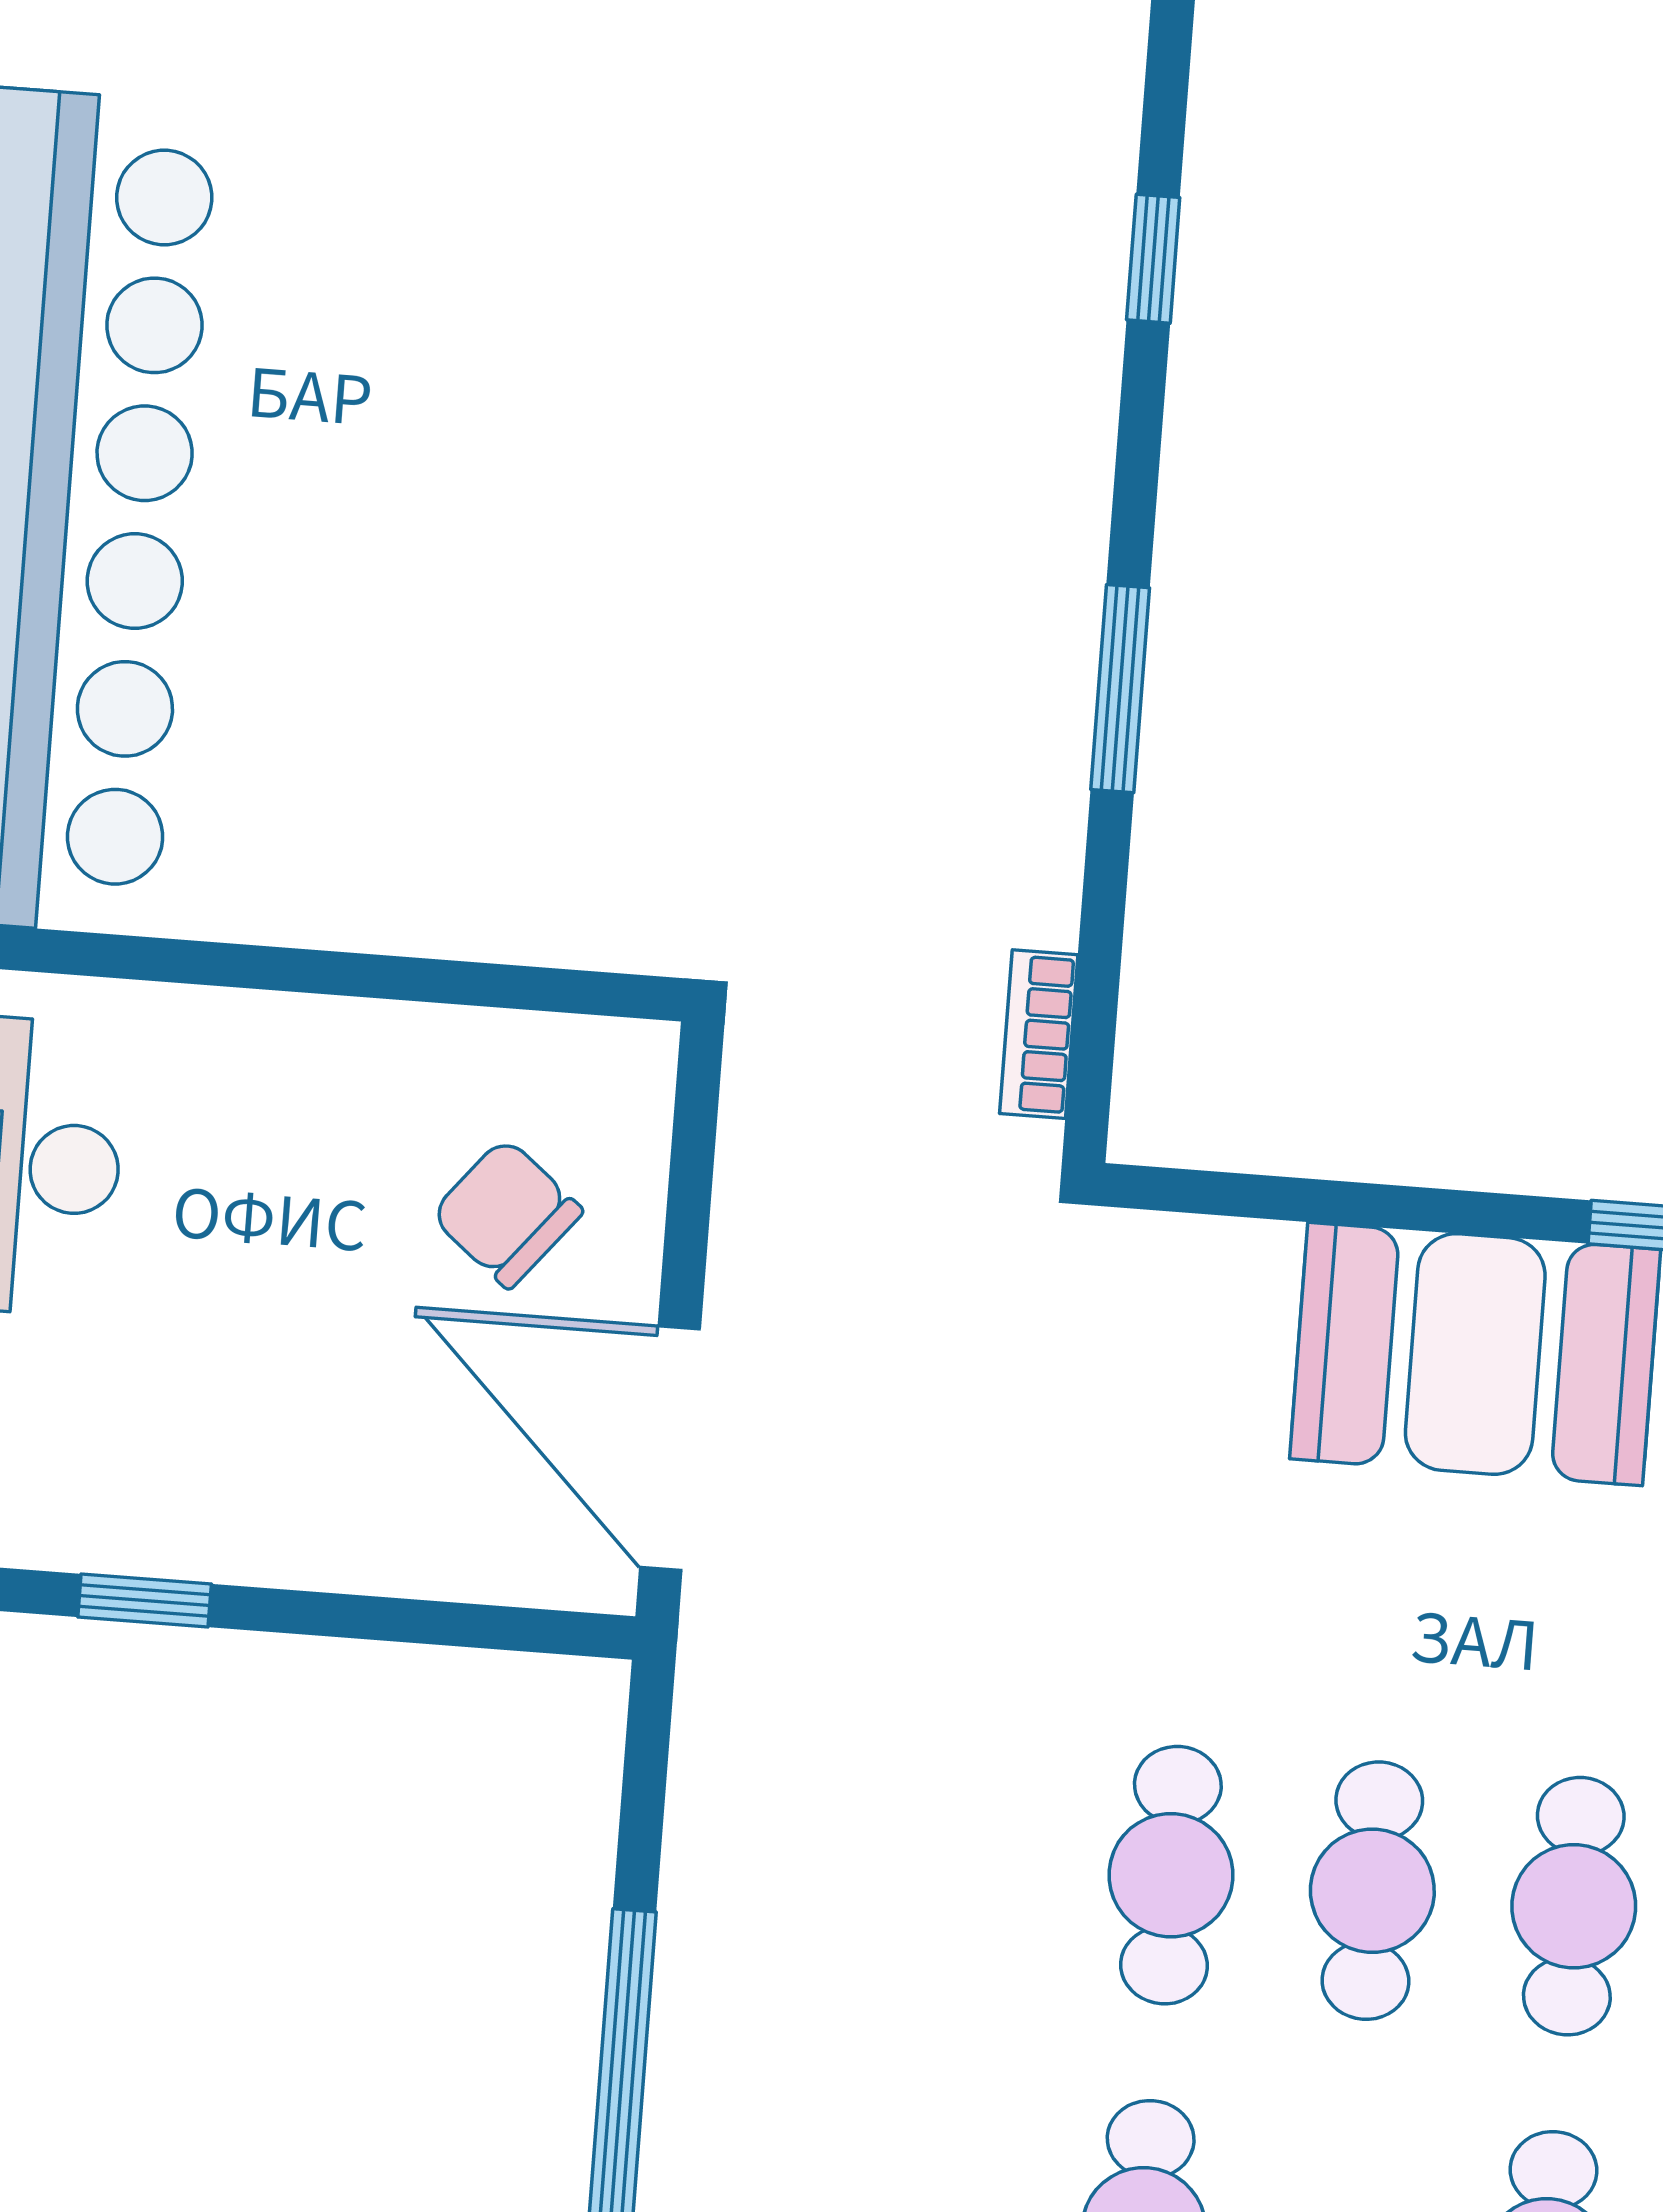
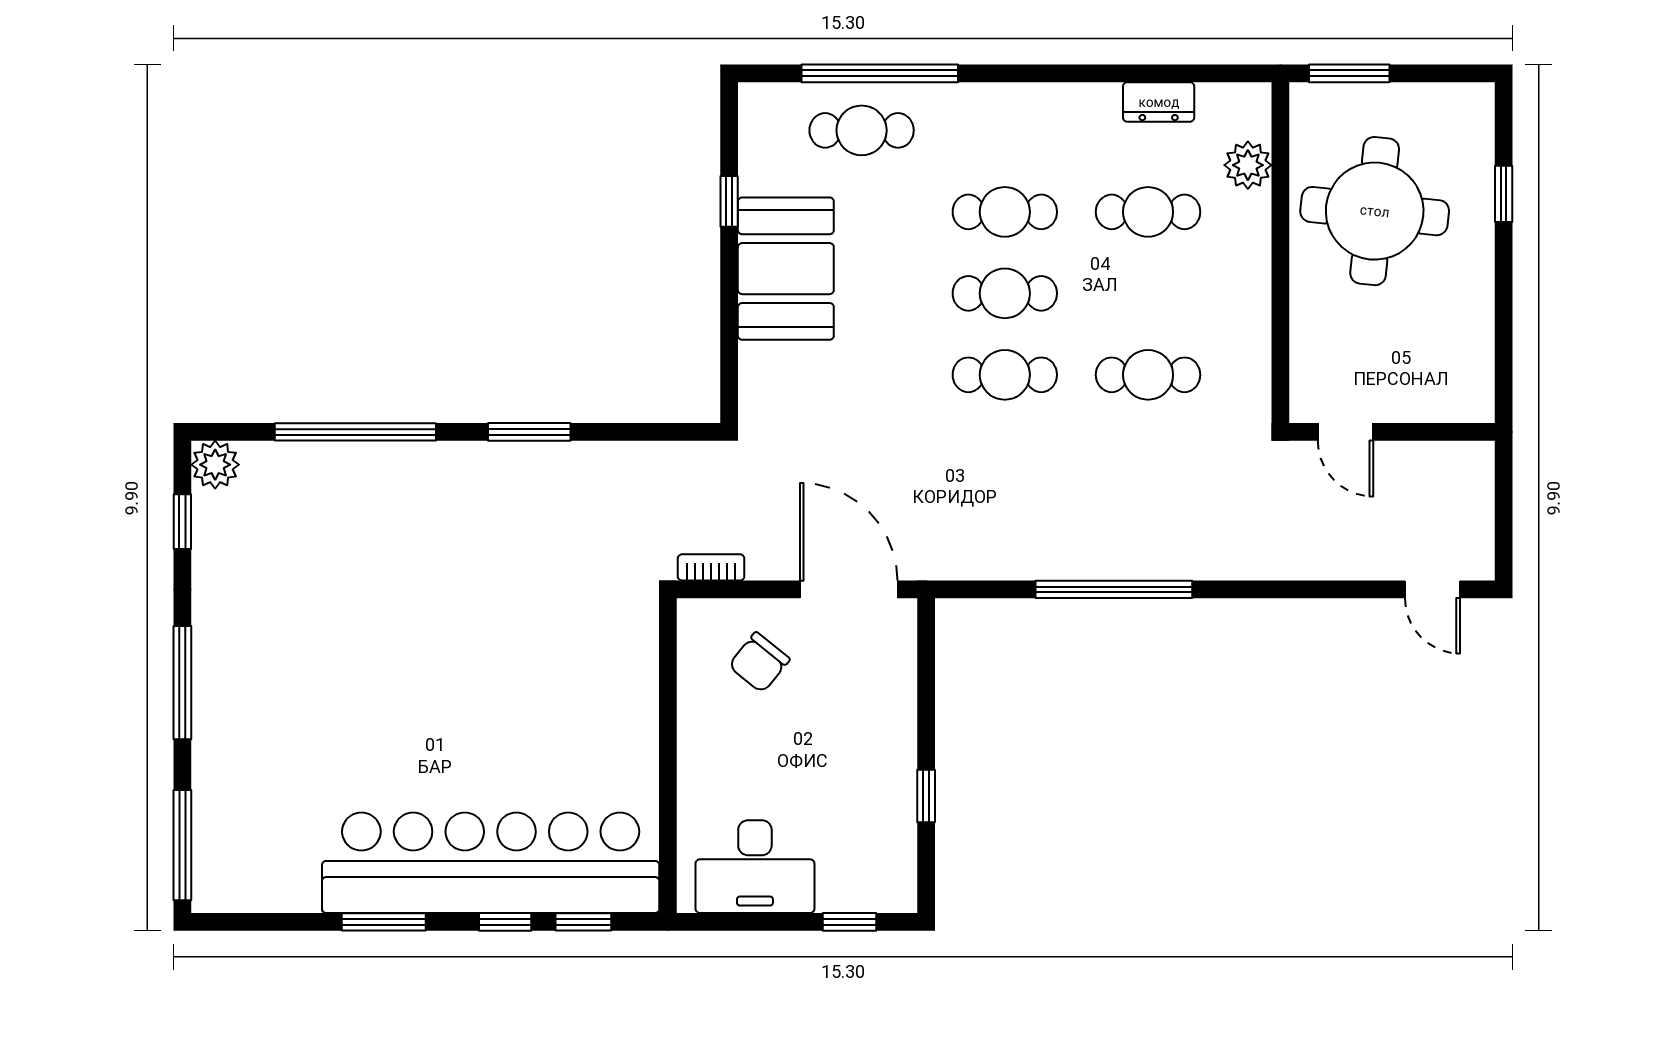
window: (1153, 259) -> (355, 432), width x3.17
bookcase: (1039, 1034) -> (711, 567), moved, turned 180
door: (670, 1448) -> (849, 589), swing flipped

